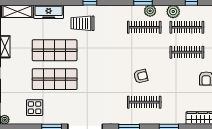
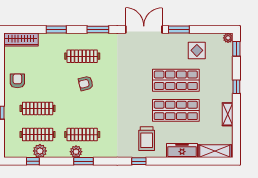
plant: (173, 12) -> (40, 151), moved
trolley: (83, 23) -> (147, 139), turned 90

